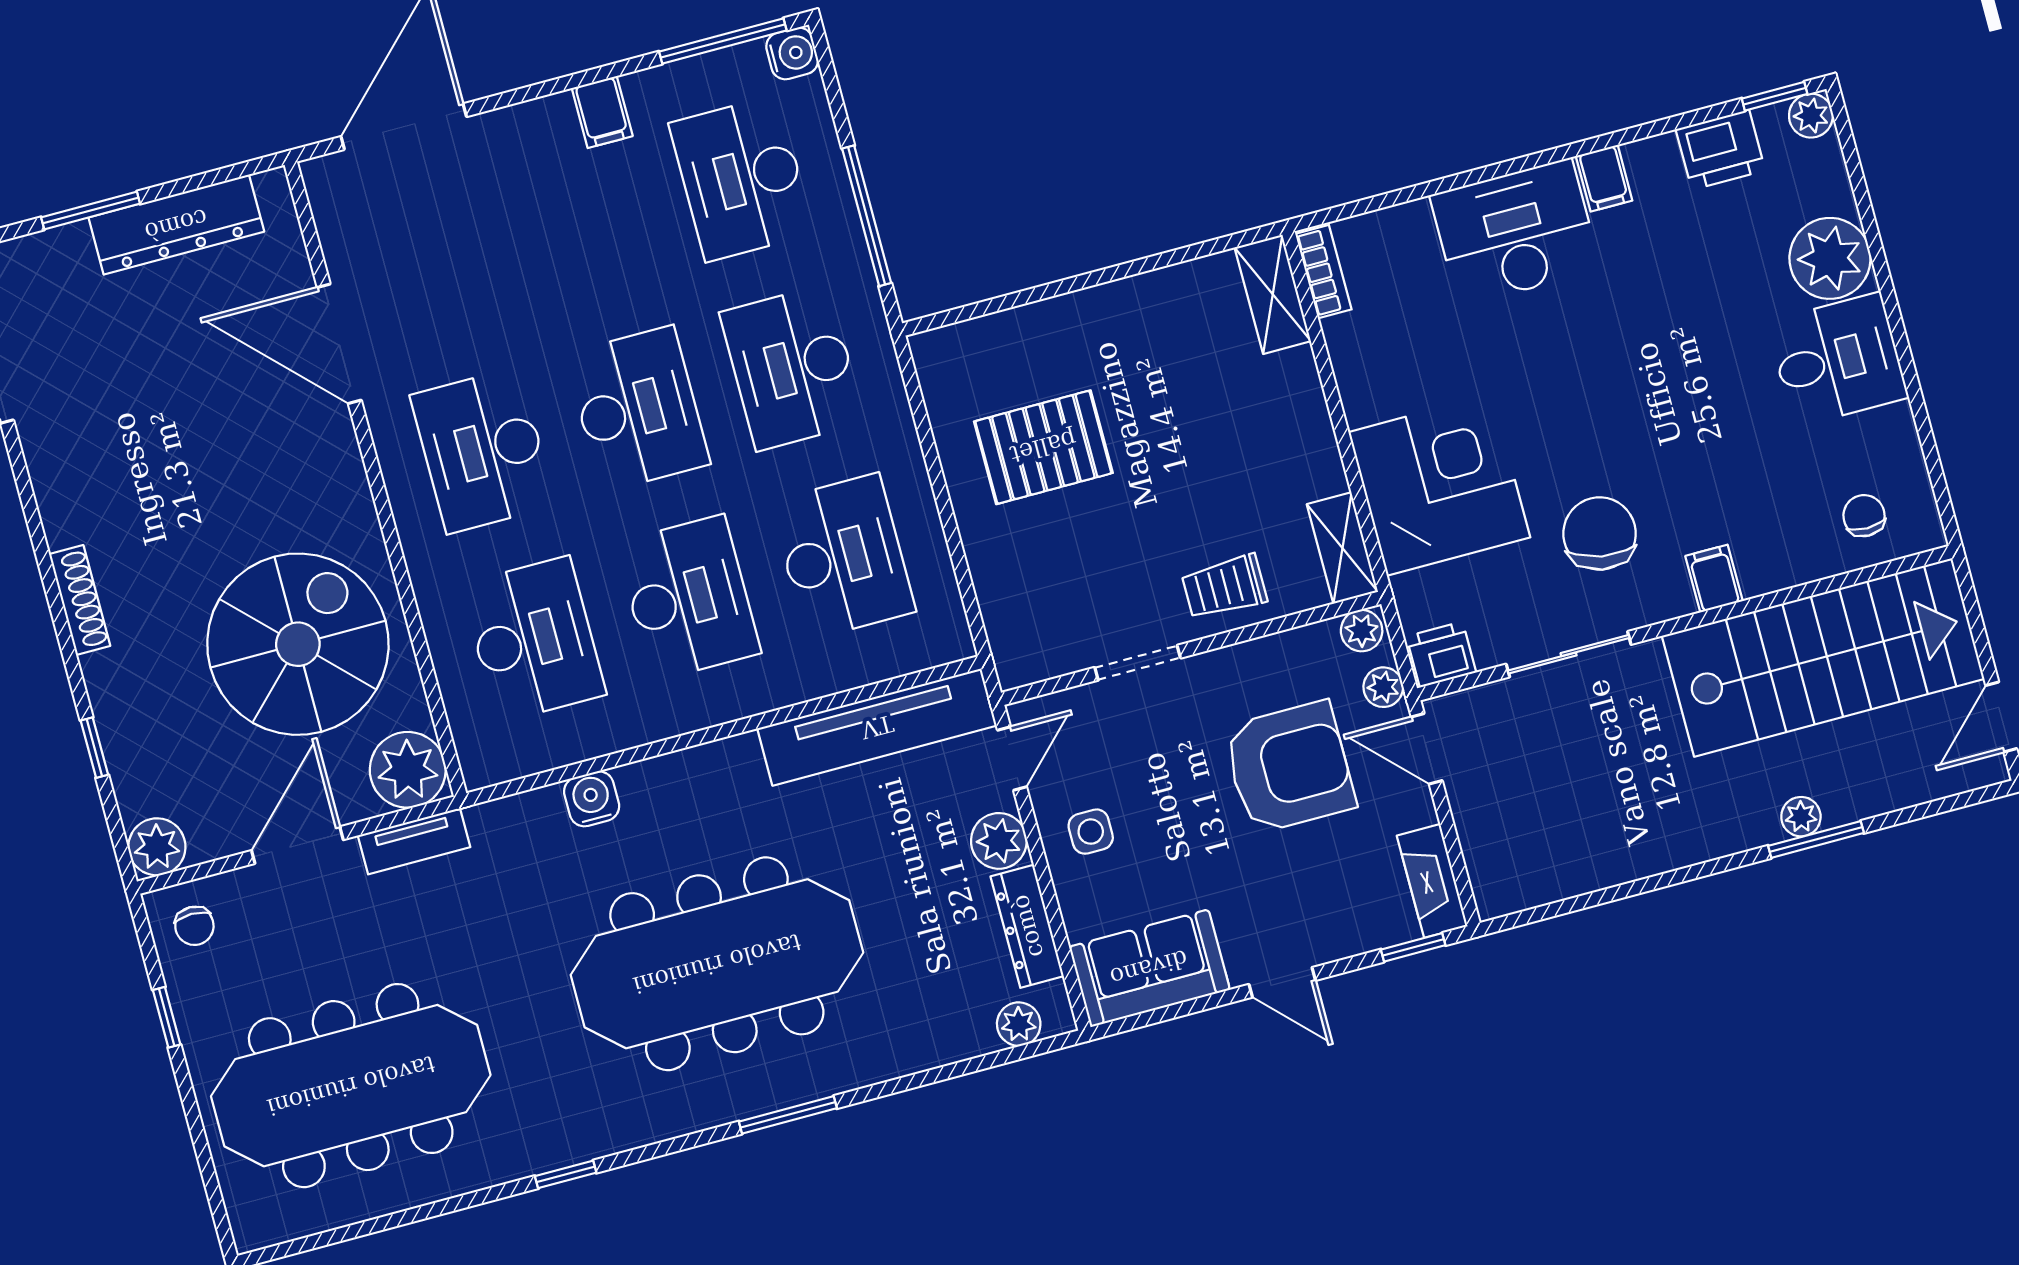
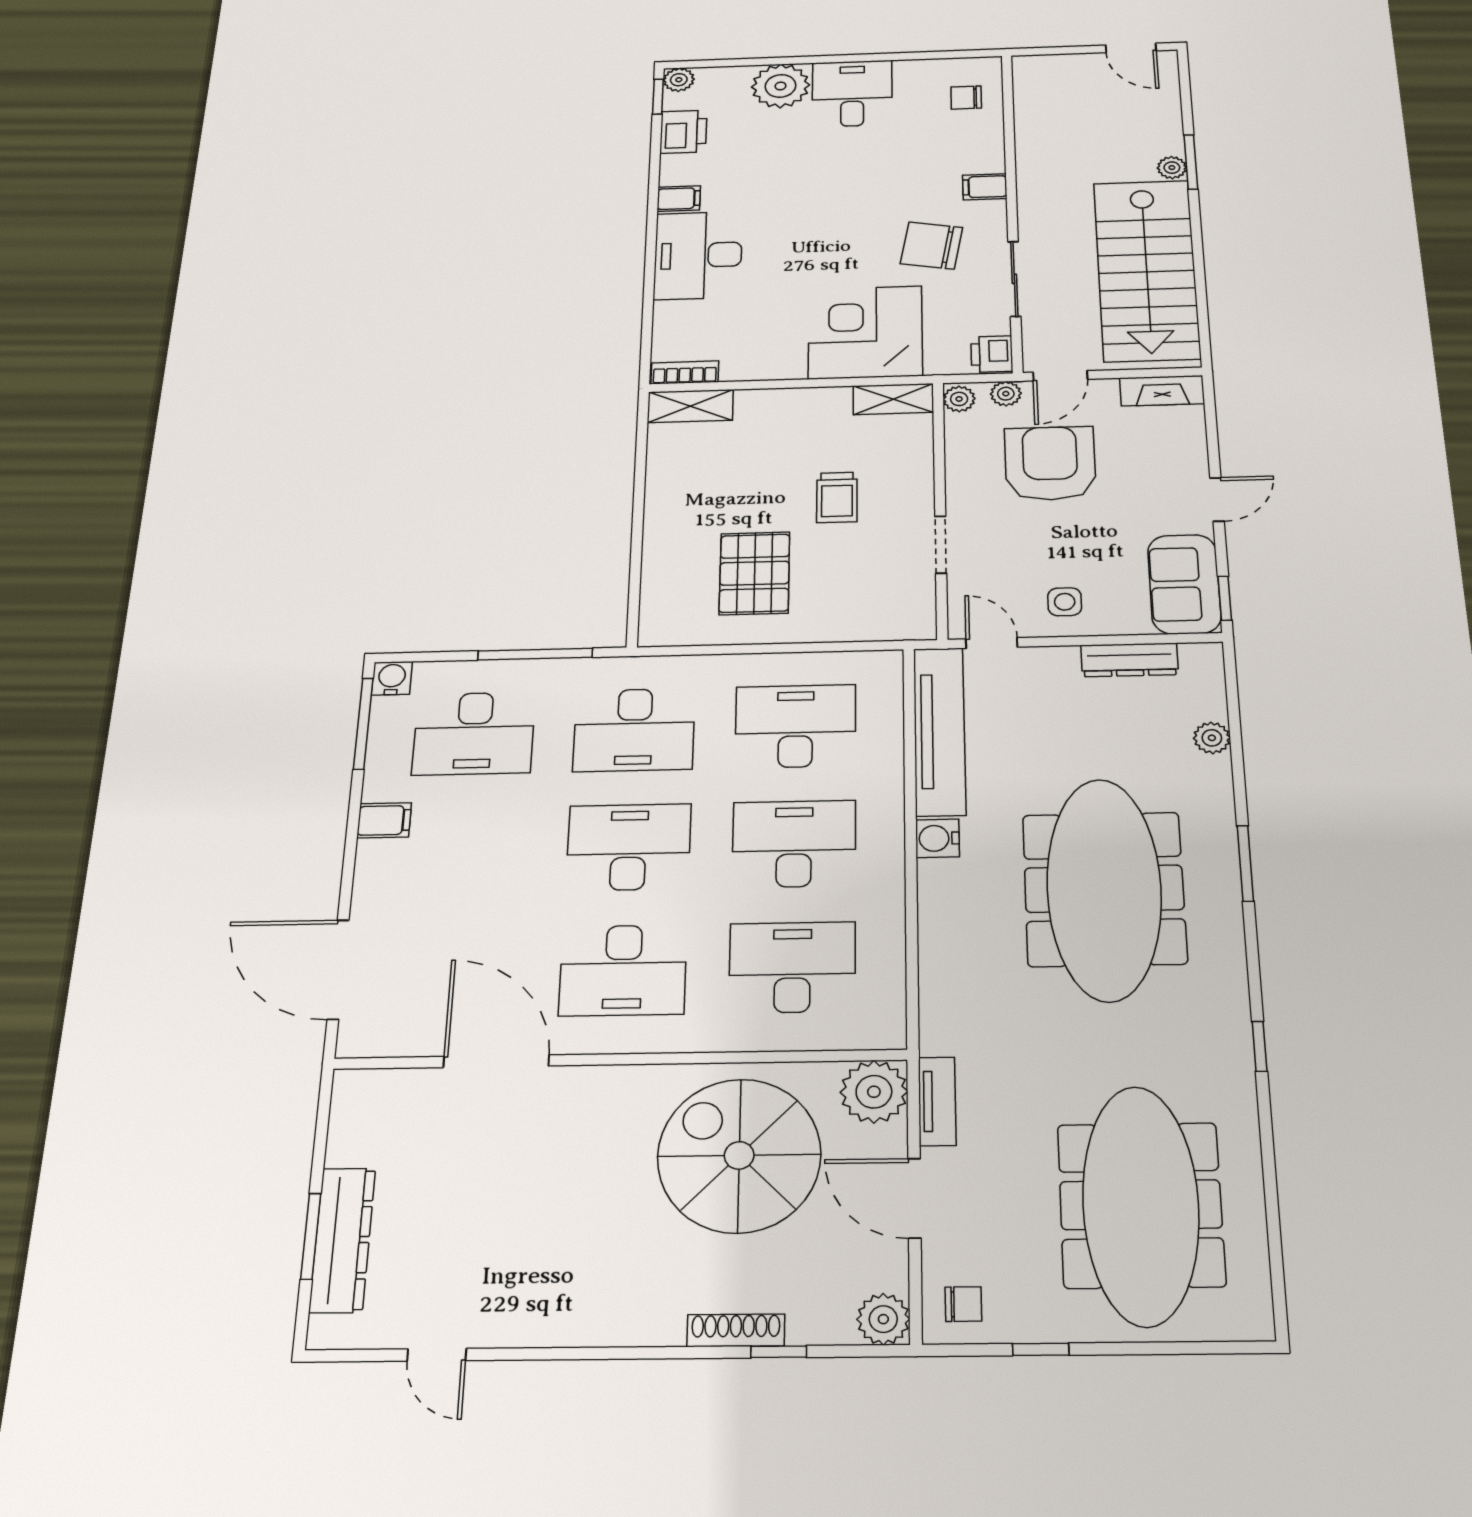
dresser: (176, 225) -> (342, 1240), moved
door: (339, 344) -> (496, 1061), swing flipped
trolley: (1224, 587) -> (837, 497), moved
shoe rack: (80, 600) -> (736, 1330), moved
stairs: (1823, 657) -> (1146, 270), moved, turned 180
water cooler: (592, 799) -> (937, 838), moved
plant: (999, 841) -> (1055, 665), removed
window: (1413, 947) -> (1225, 598), moved
plant: (1019, 1024) -> (1212, 738), moved

